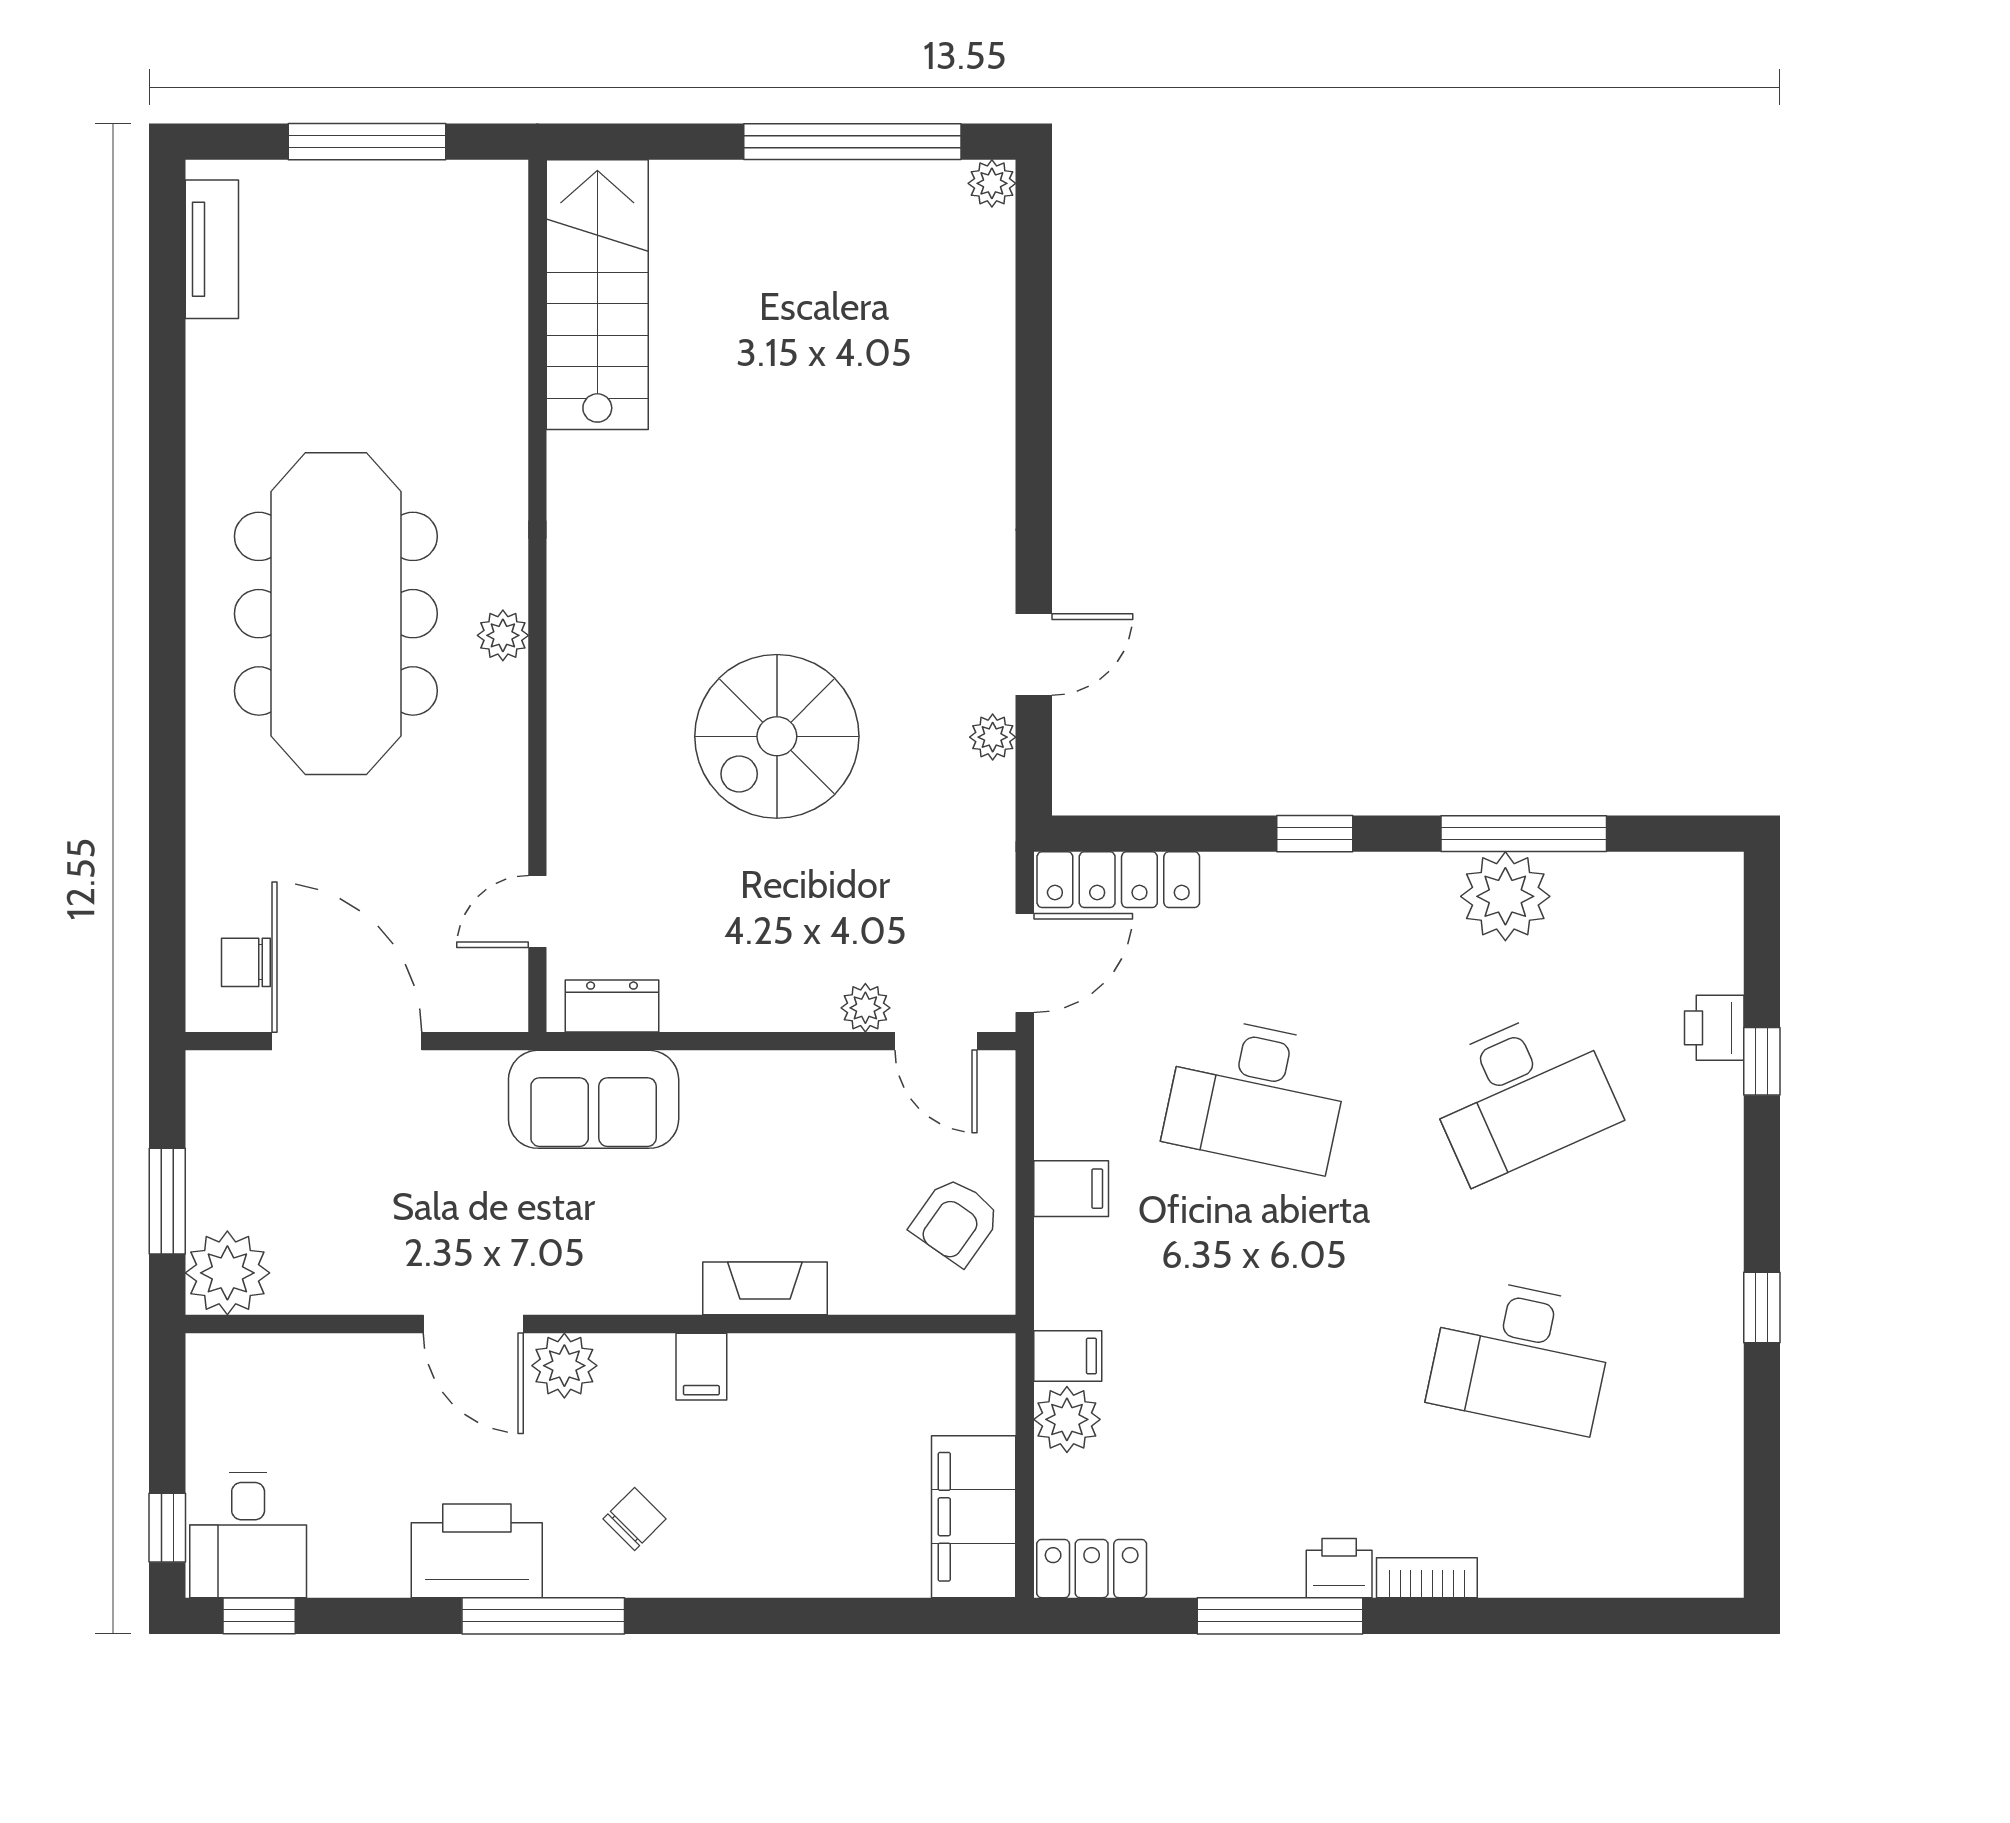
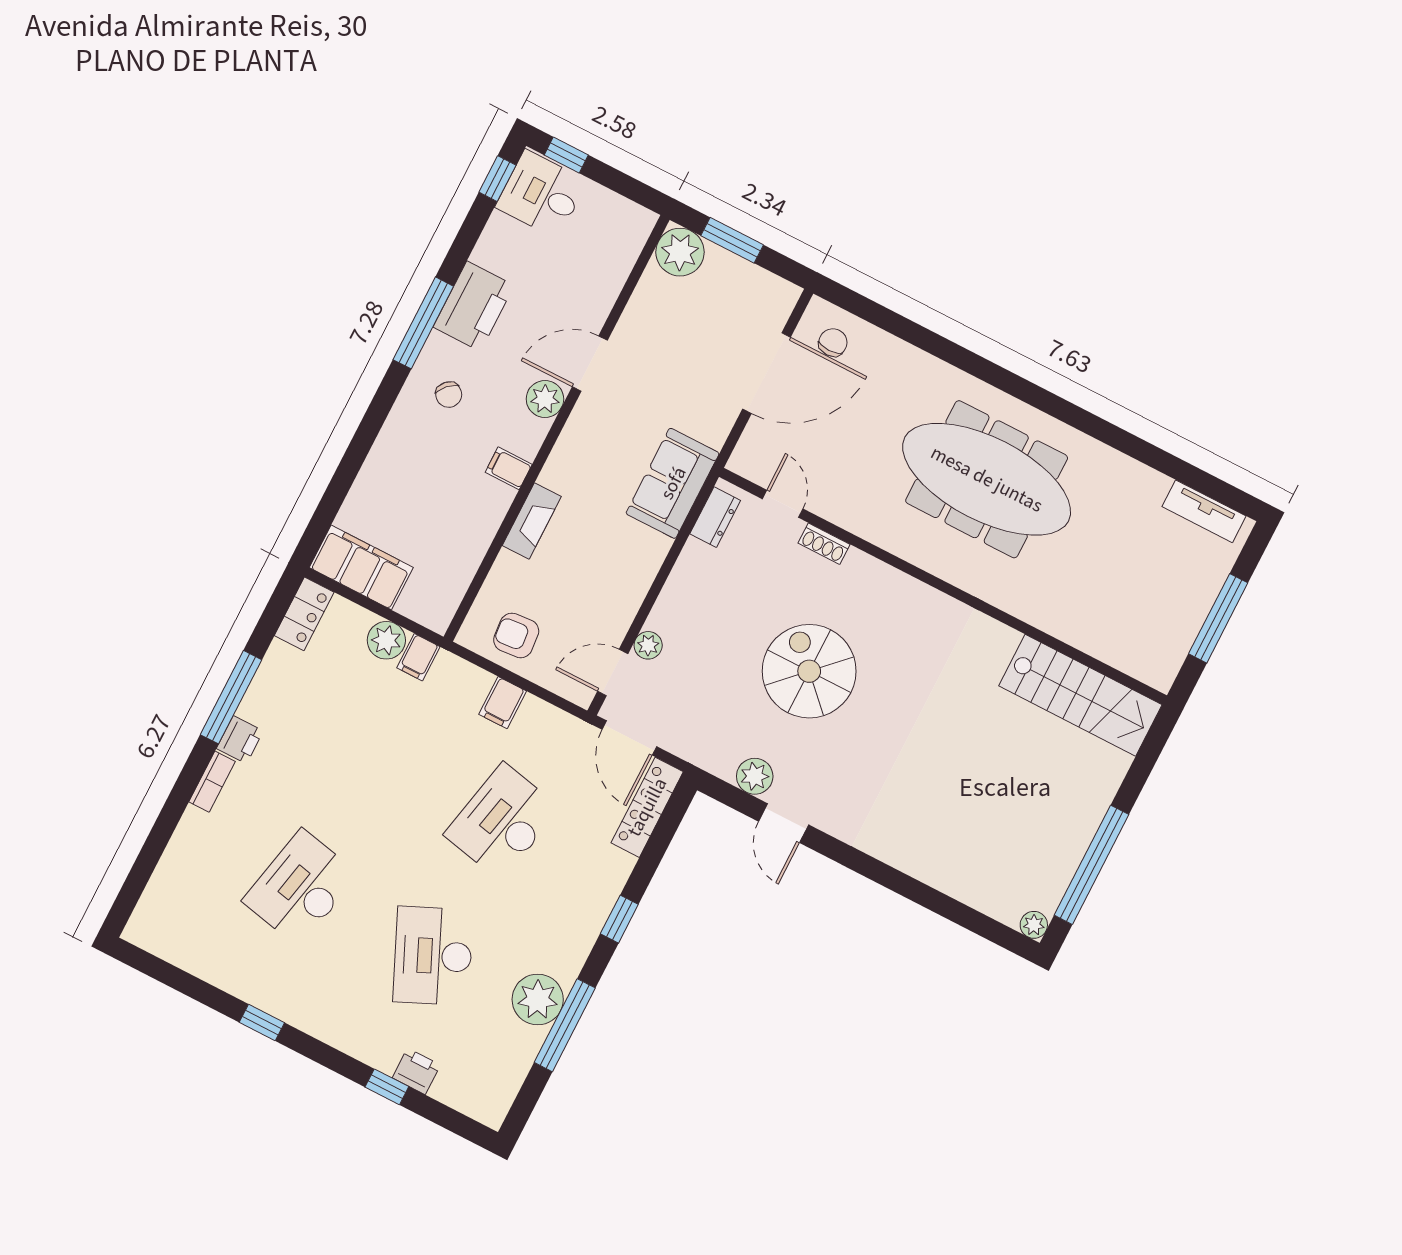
plant: (503, 635) -> (932, 558), removed
plant: (993, 737) -> (755, 776), width x1.38, depth x1.38
shoe rack: (566, 815) -> (824, 544), added
armchair: (956, 1221) -> (516, 635), turned -40

